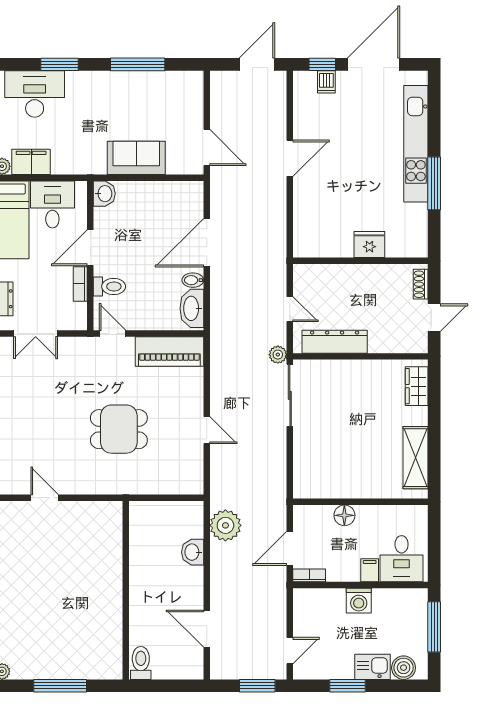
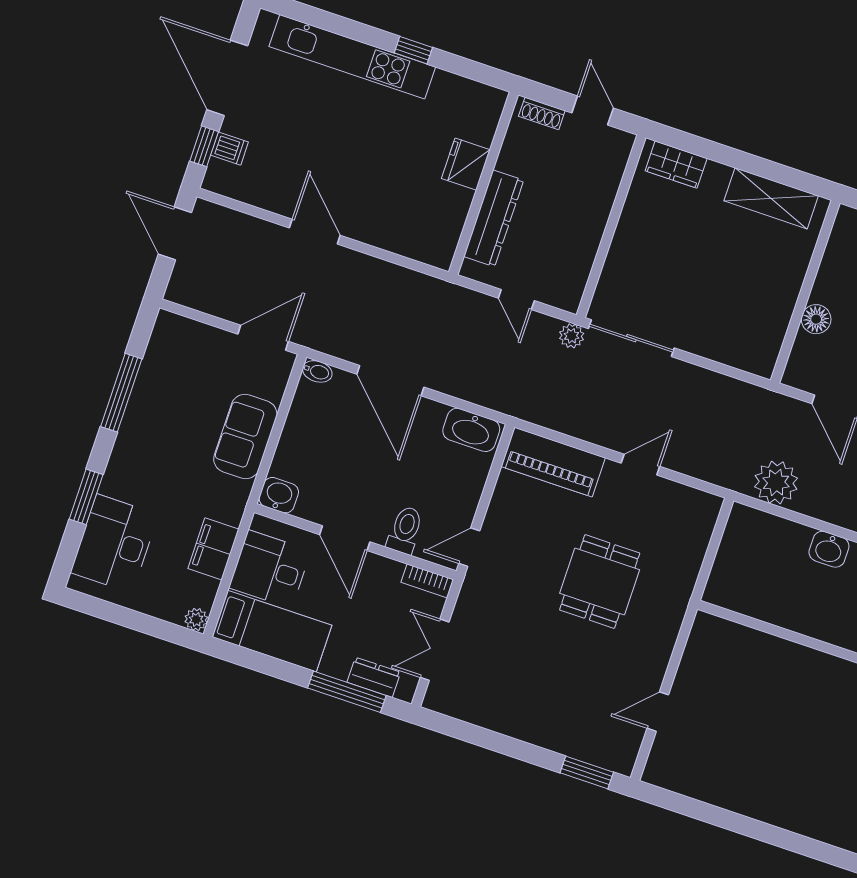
filing cabinet: (31, 162) -> (213, 549), moved
window: (434, 183) -> (413, 50), width x0.46
bidet: (193, 280) -> (317, 371), moved, turned -90
bookcase: (80, 284) -> (427, 581), moved
door: (290, 309) -> (516, 299), swing flipped
double door: (36, 334) -> (435, 650), swing flipped
dresser: (335, 342) -> (494, 218), moved, turned 180
piano: (169, 351) -> (553, 462), moved, turned 90
washbasin: (193, 552) -> (829, 549), moved

